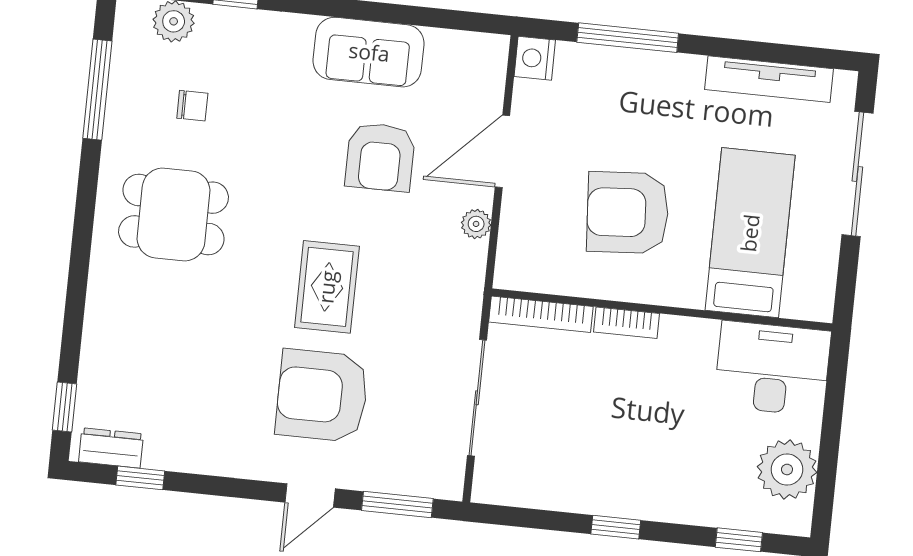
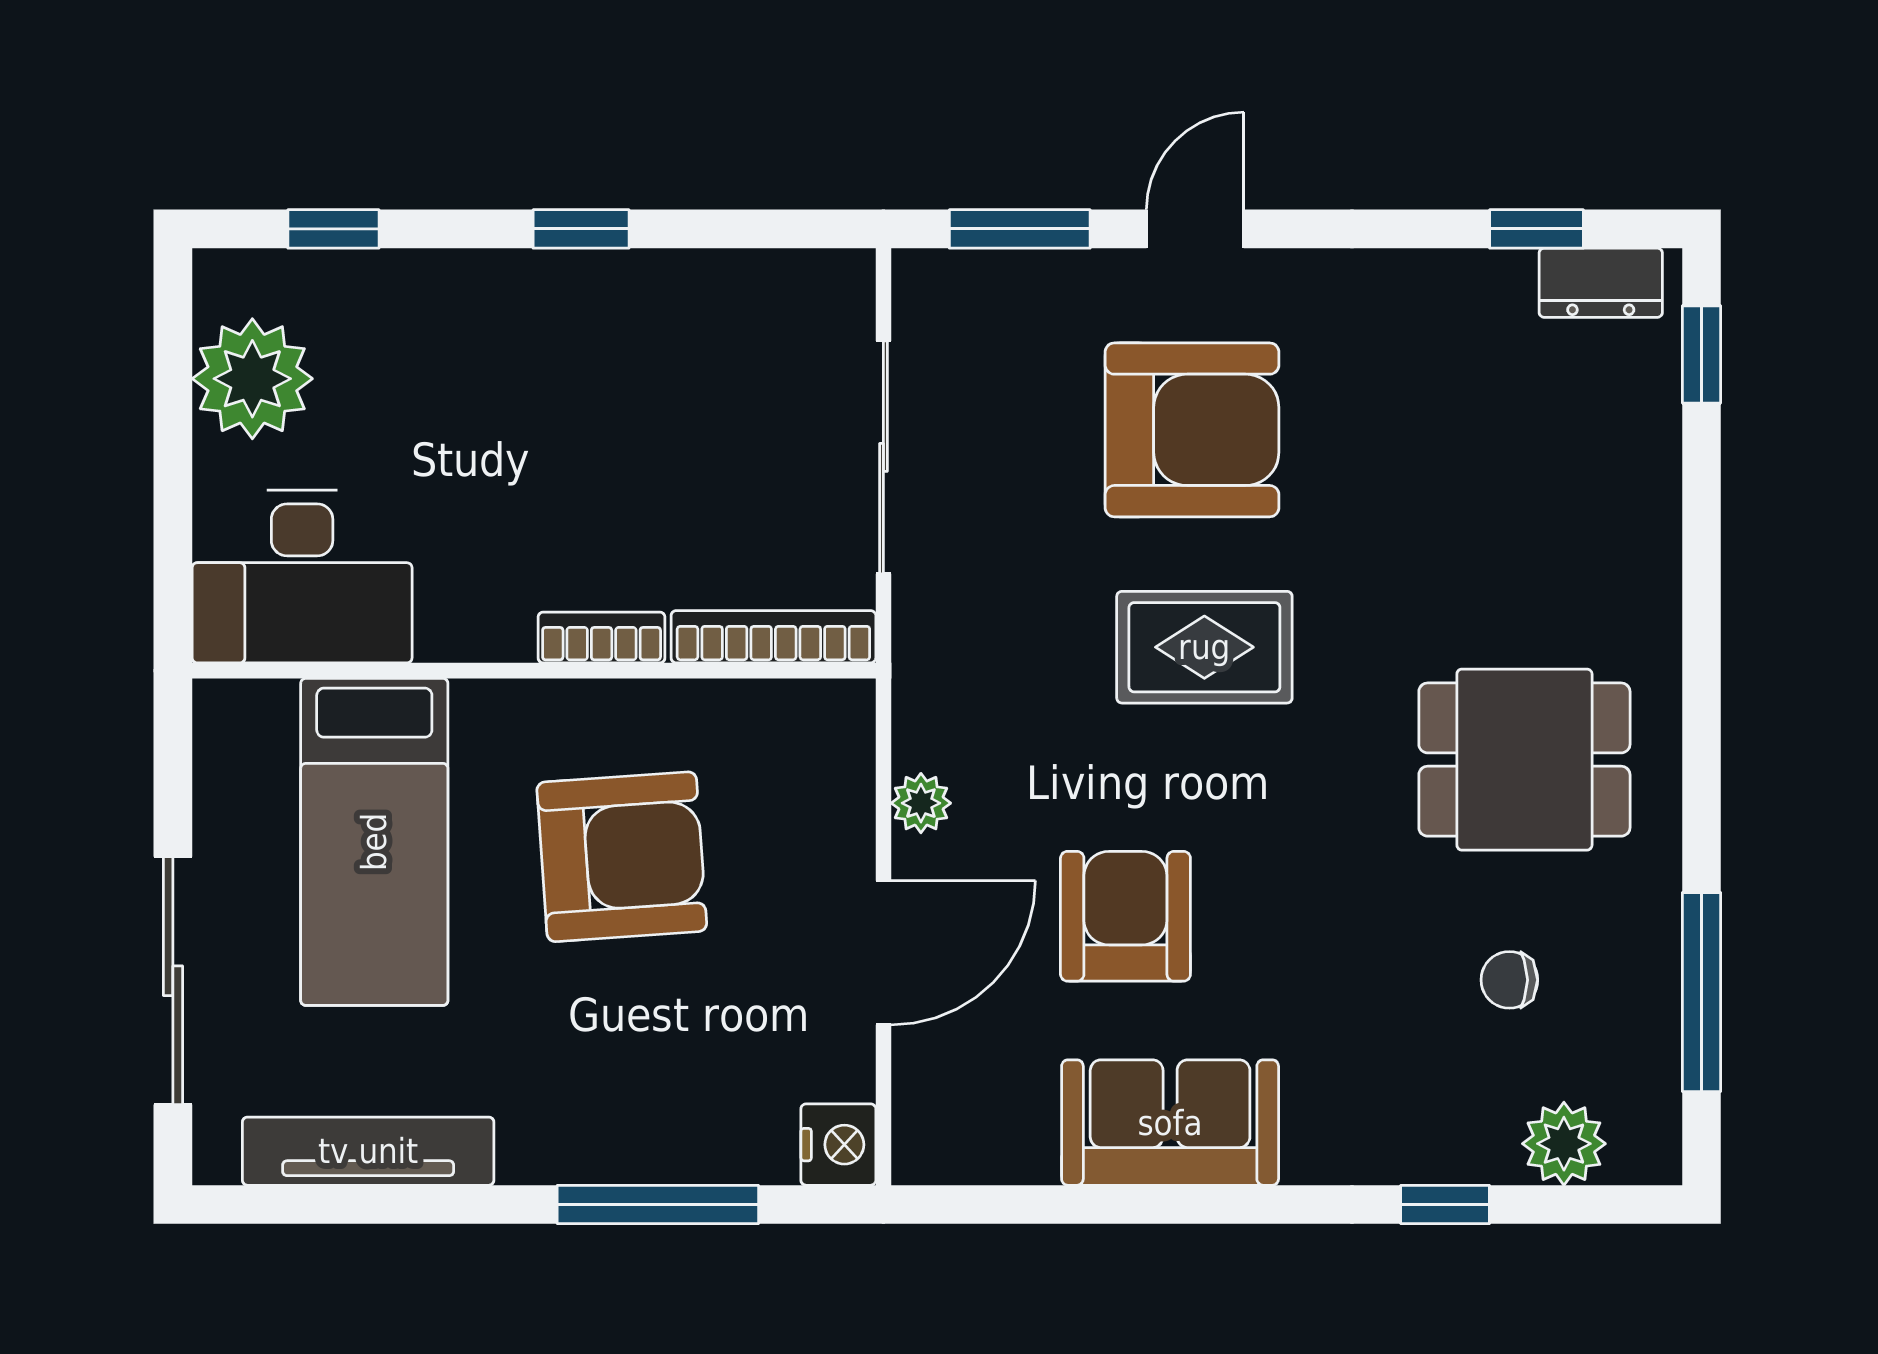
rug: (327, 287) -> (1204, 647), turned 90

